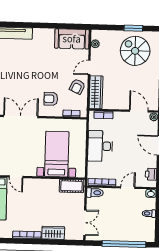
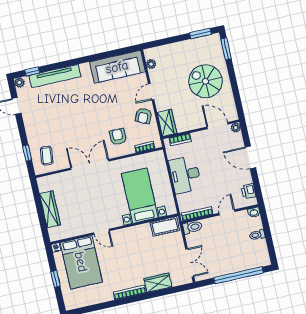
window: (133, 28) -> (200, 34), moved
sofa: (72, 39) -> (117, 67), width x1.36
spiral stairs: (135, 51) -> (205, 81), moved
wardrobe: (96, 92) -> (167, 123), width x0.67
armchair: (51, 99) -> (118, 137), turned 90

